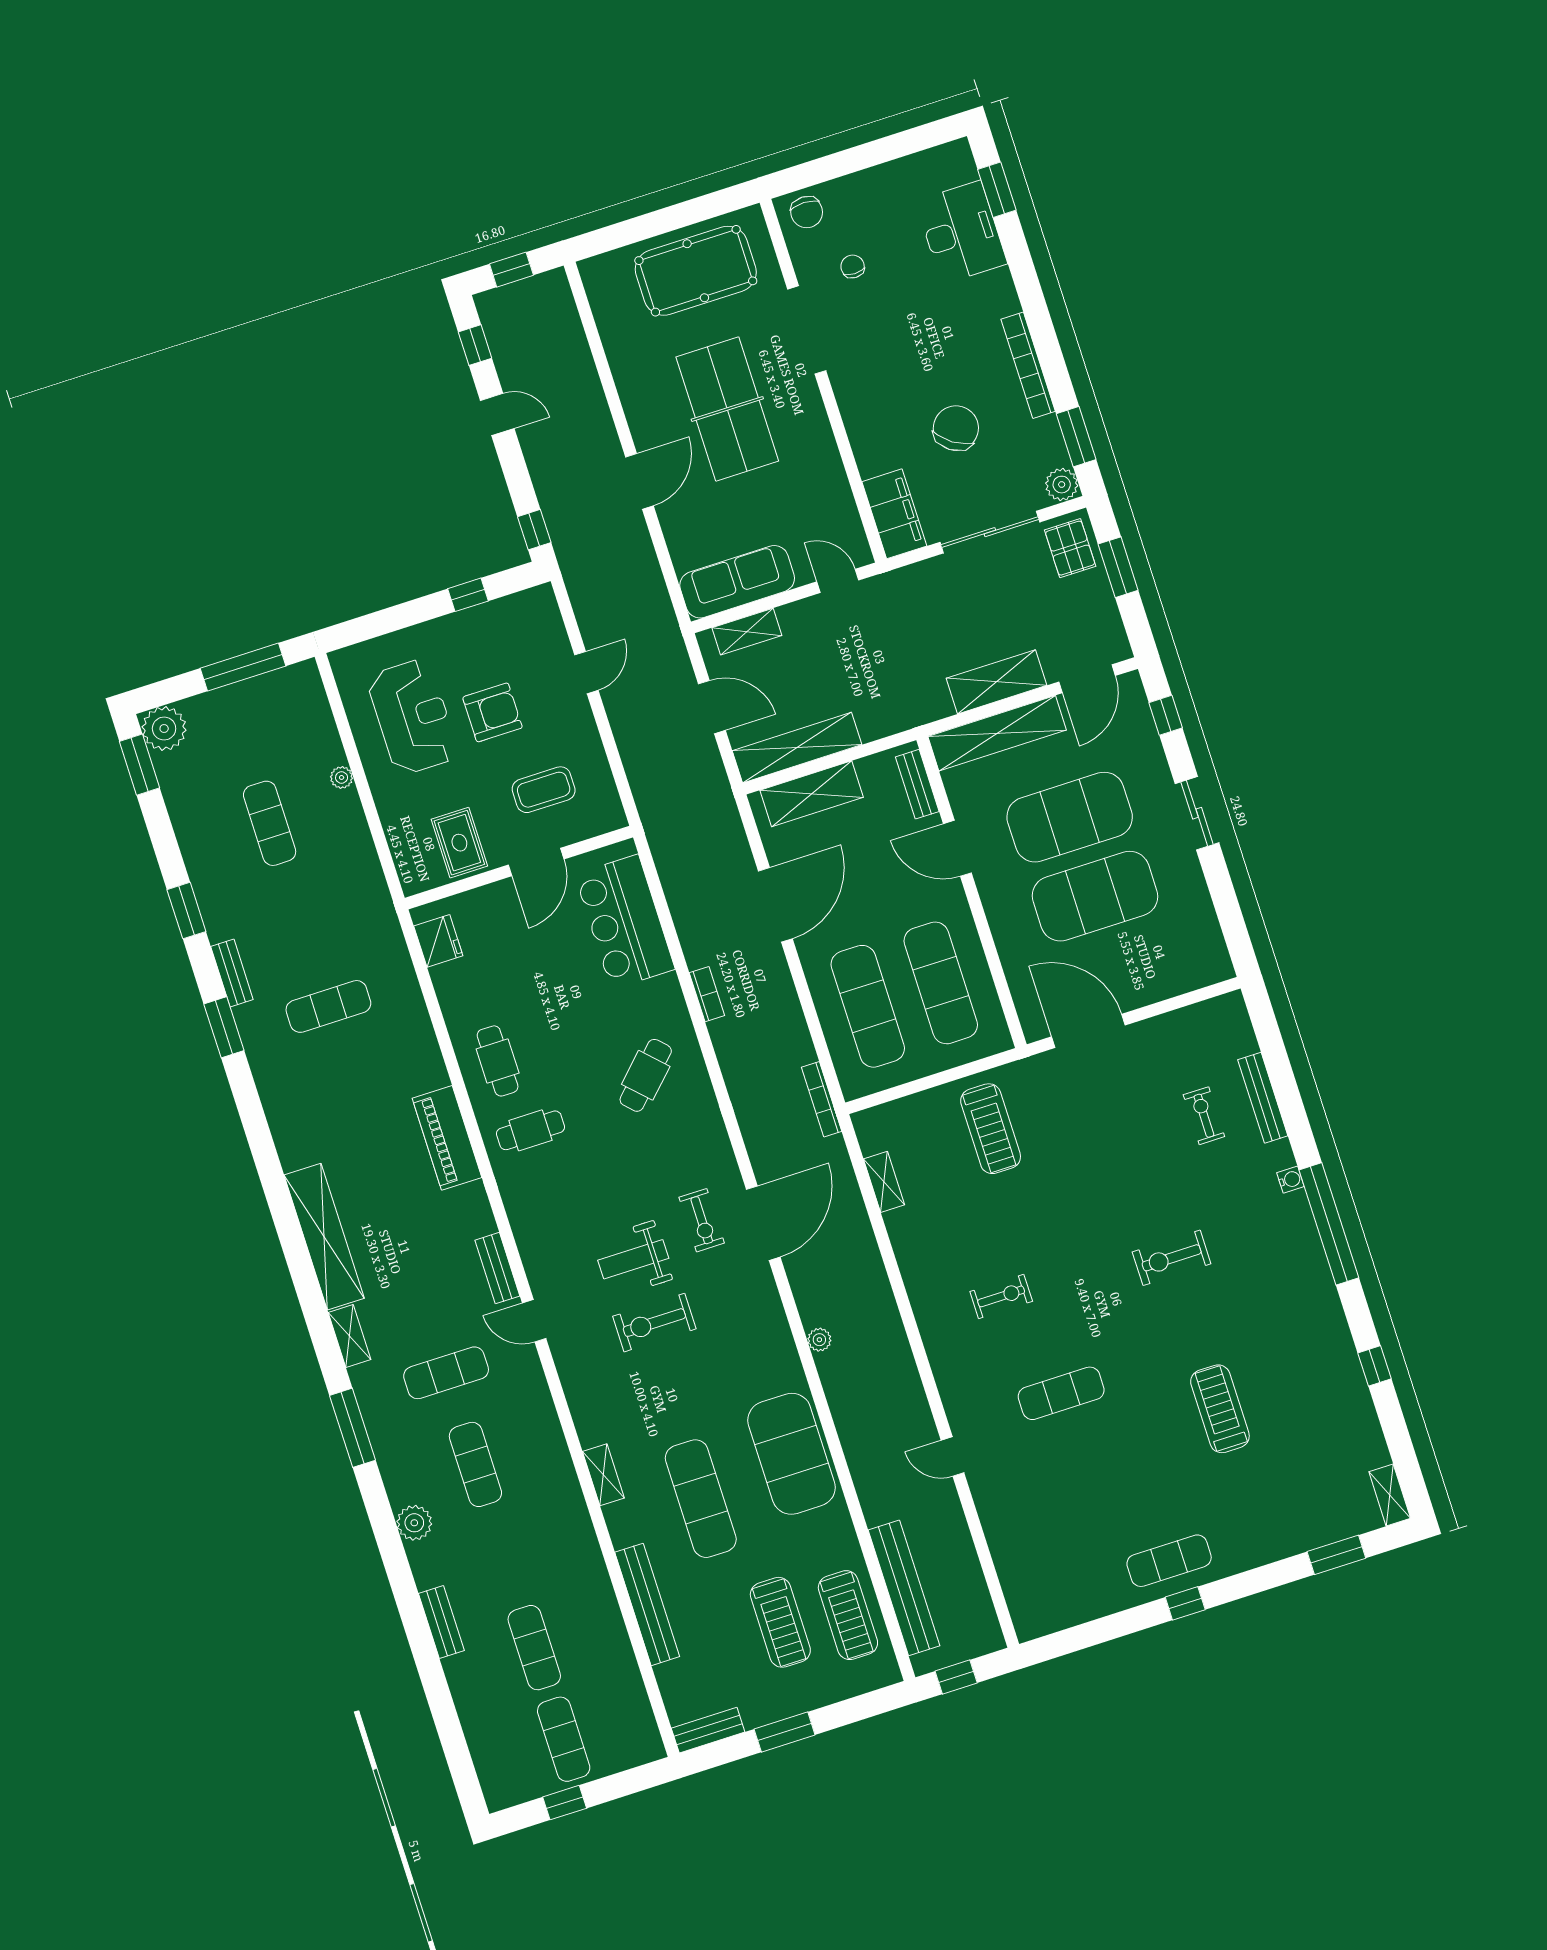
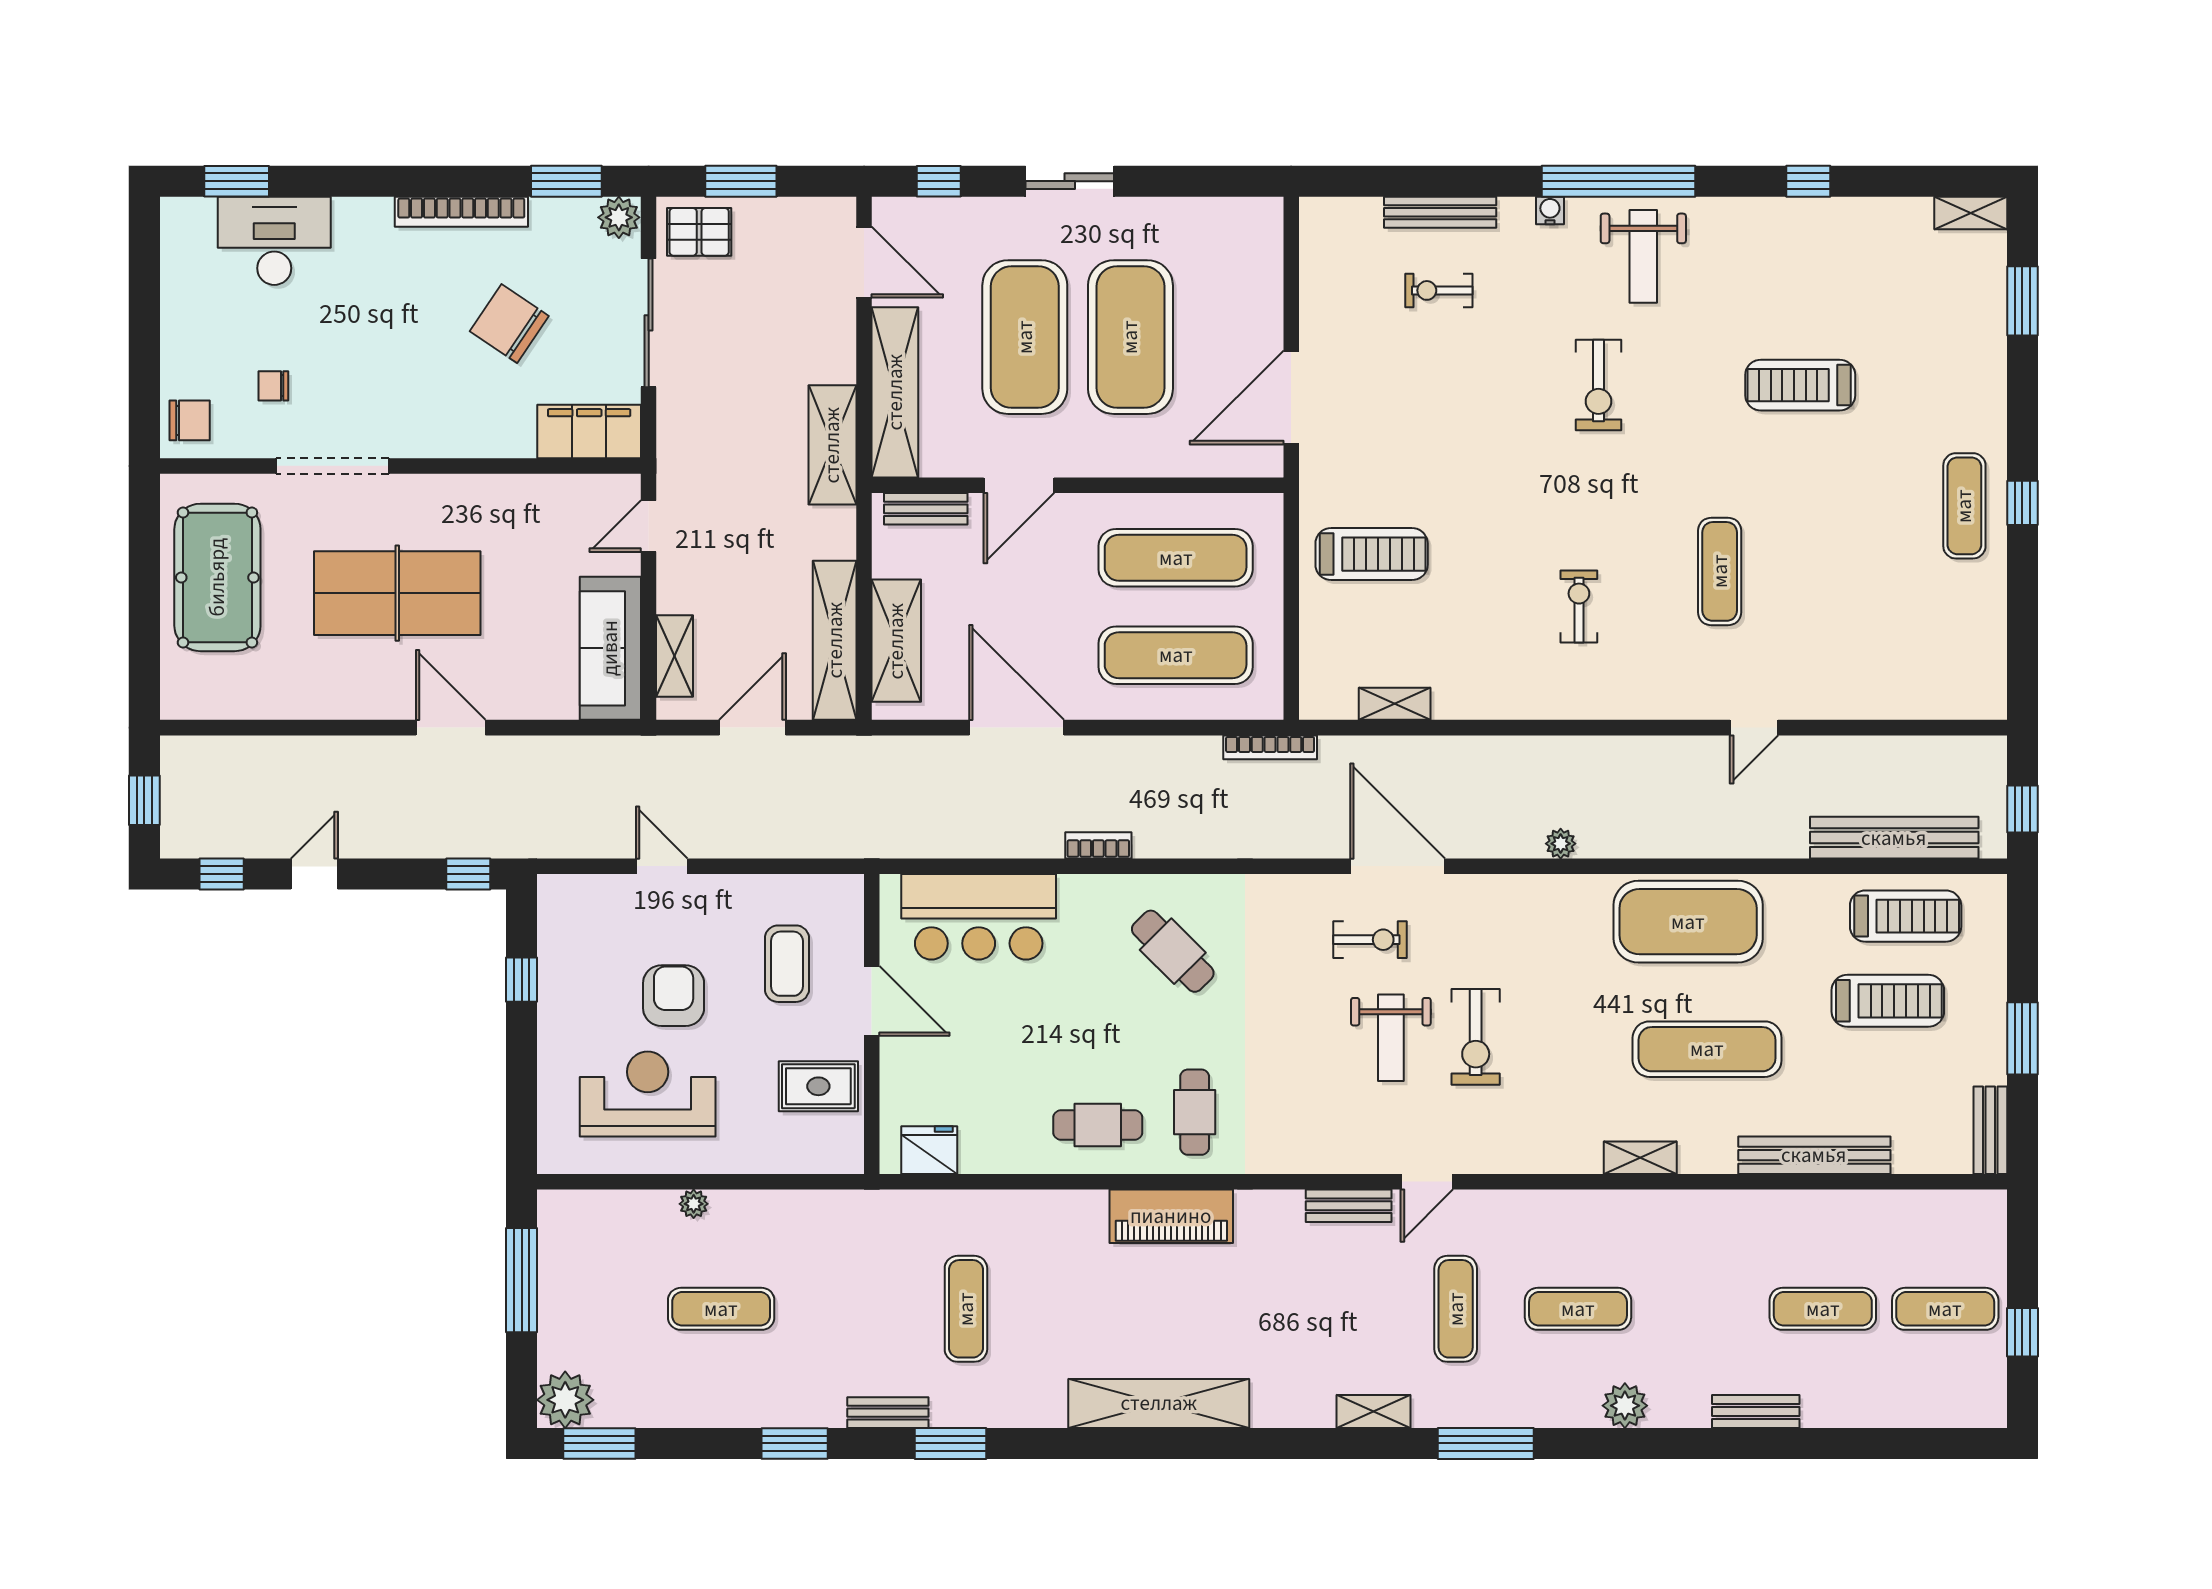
shelving: (996, 682) -> (832, 445), moved
shelving: (324, 1237) -> (1159, 1403), moved
weight bench: (1279, 1260) -> (1643, 256), added

